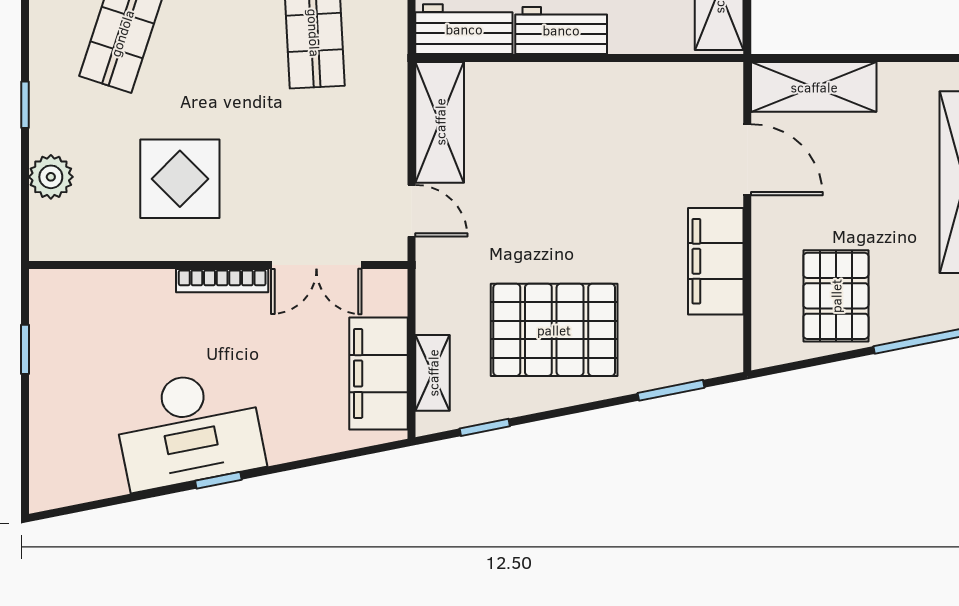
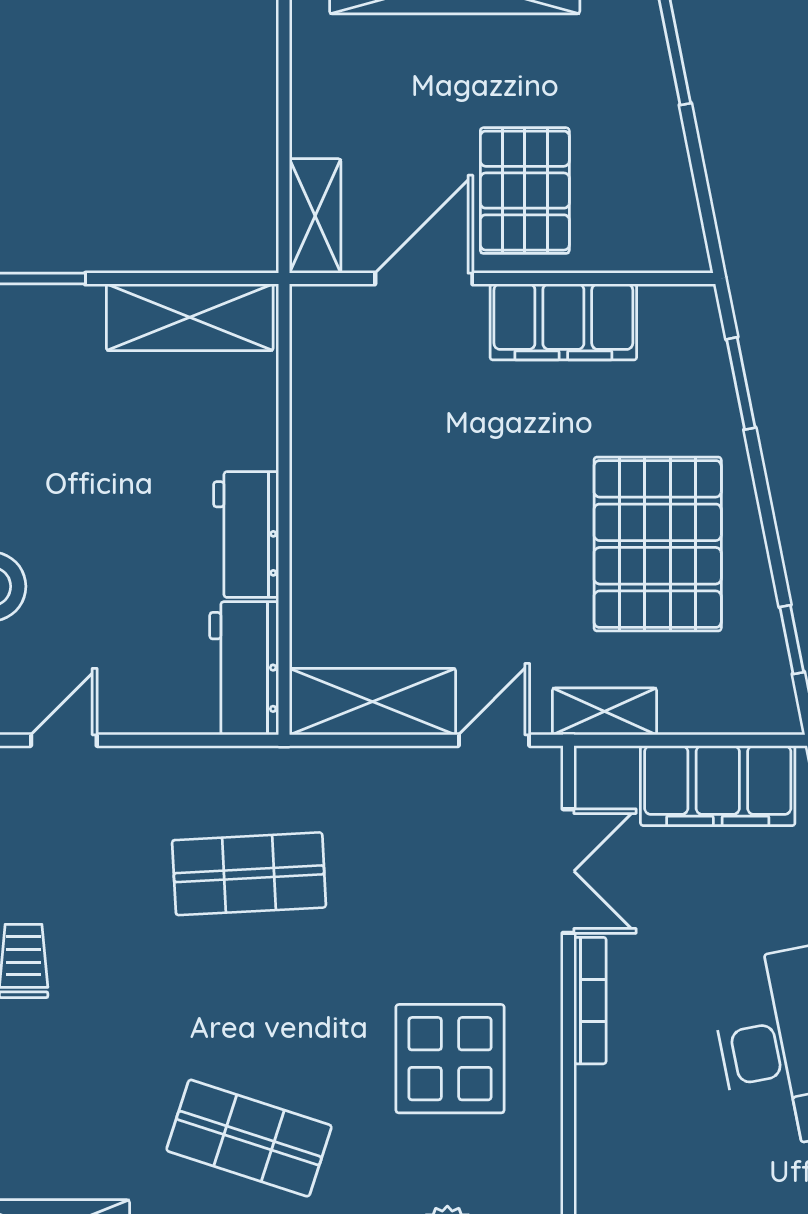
shelving: (814, 87) -> (315, 216), width x0.67, depth x0.75
pallet: (836, 296) -> (525, 191), moved, turned 90
shelving: (433, 373) -> (605, 711), moved

